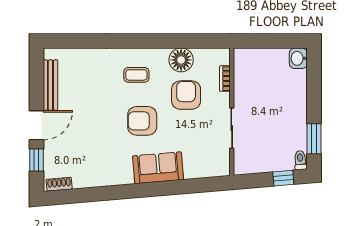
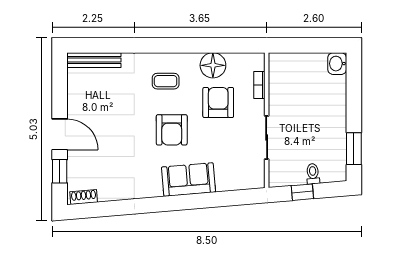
bench: (50, 85) -> (94, 60), moved, turned 90
armchair: (142, 121) -> (172, 130), turned -90
door: (37, 125) -> (60, 134), hinge flipped
toilet: (300, 160) -> (313, 174), moved
window: (283, 178) -> (302, 192), moved

